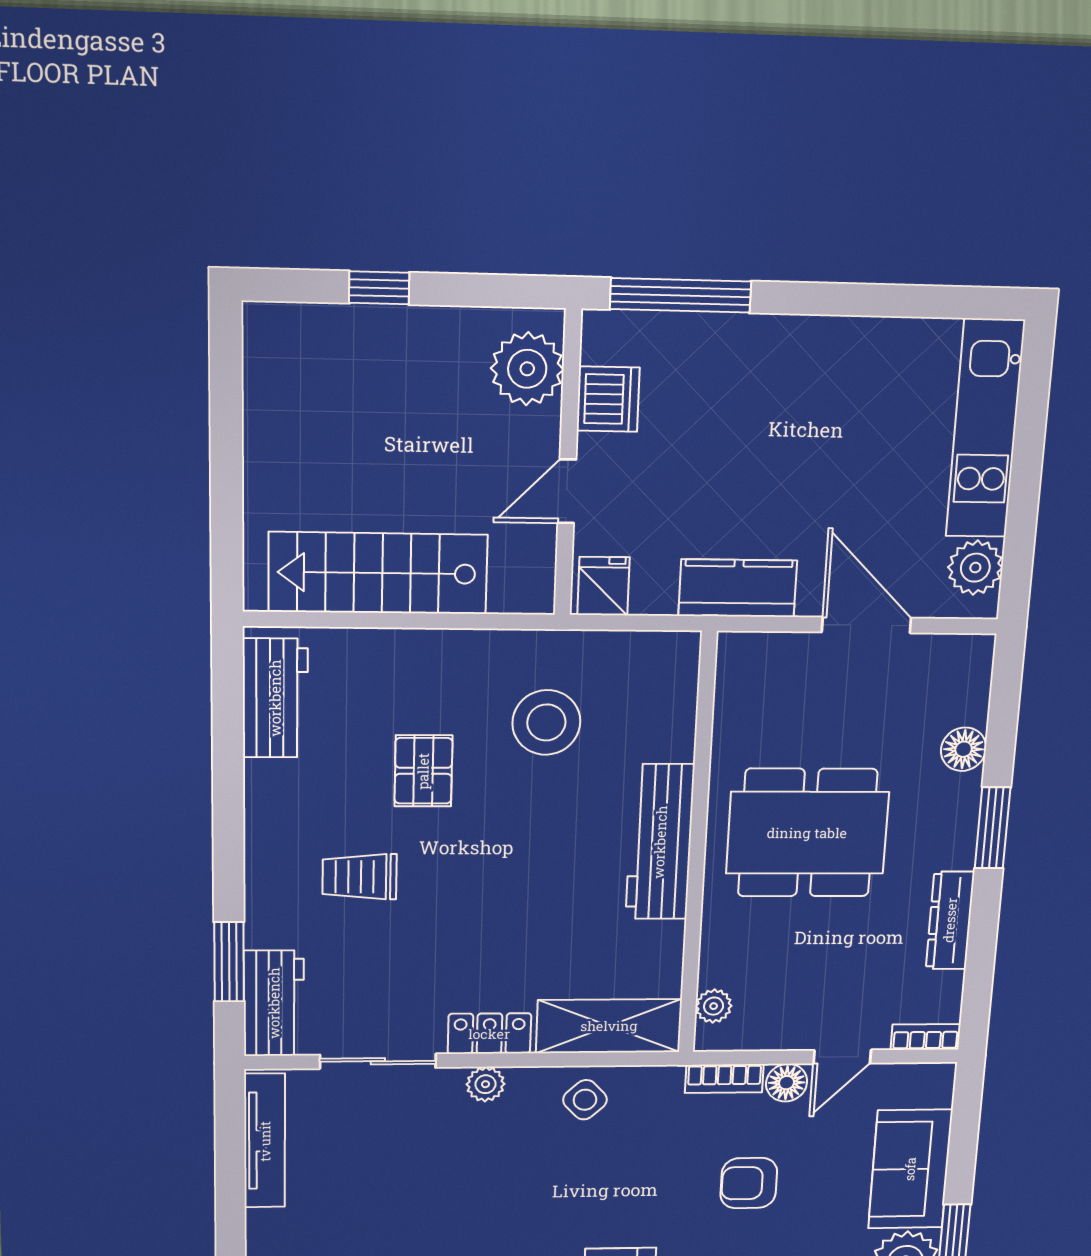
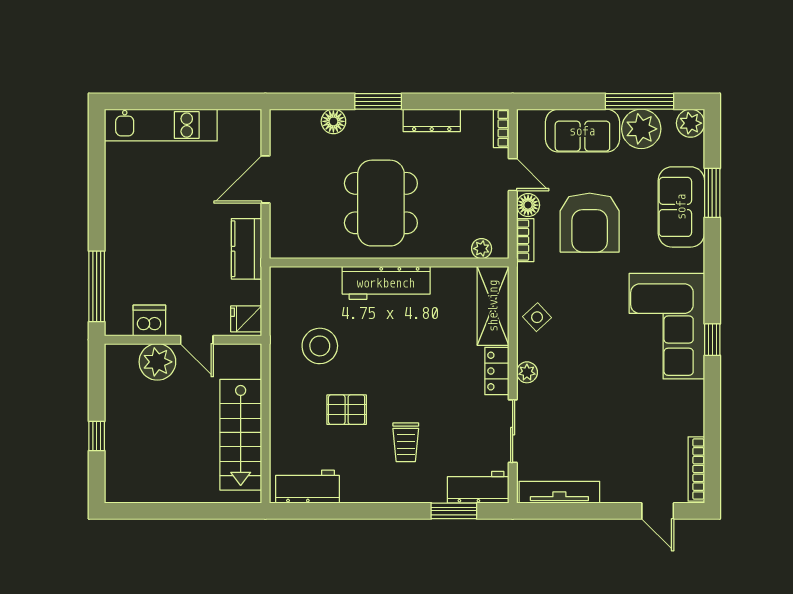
plant: (527, 369) -> (157, 362), moved
plant: (975, 568) -> (234, 124), removed
armchair: (749, 1183) -> (590, 223), width x1.88, depth x1.88

